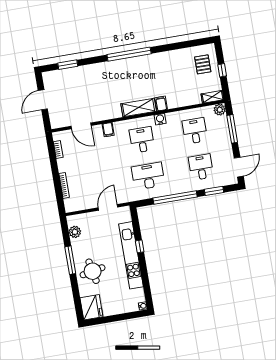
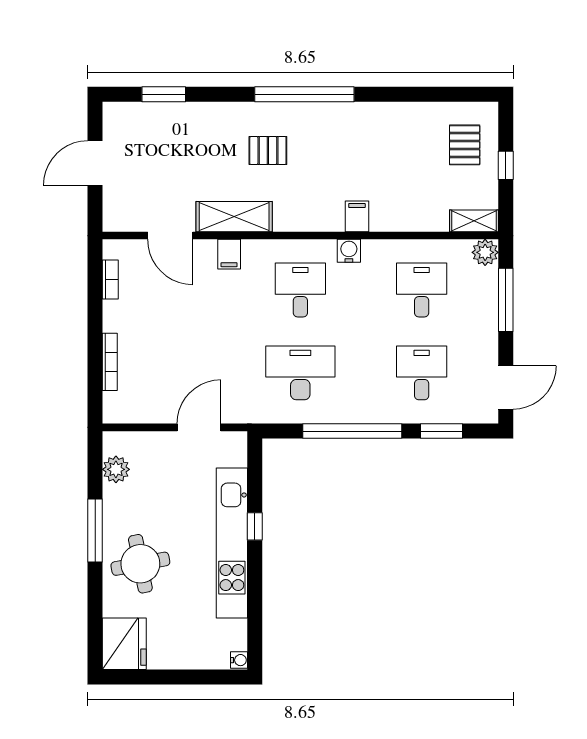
pallet: (117, 81) -> (268, 151), added
shelving: (139, 108) -> (234, 217), moved

